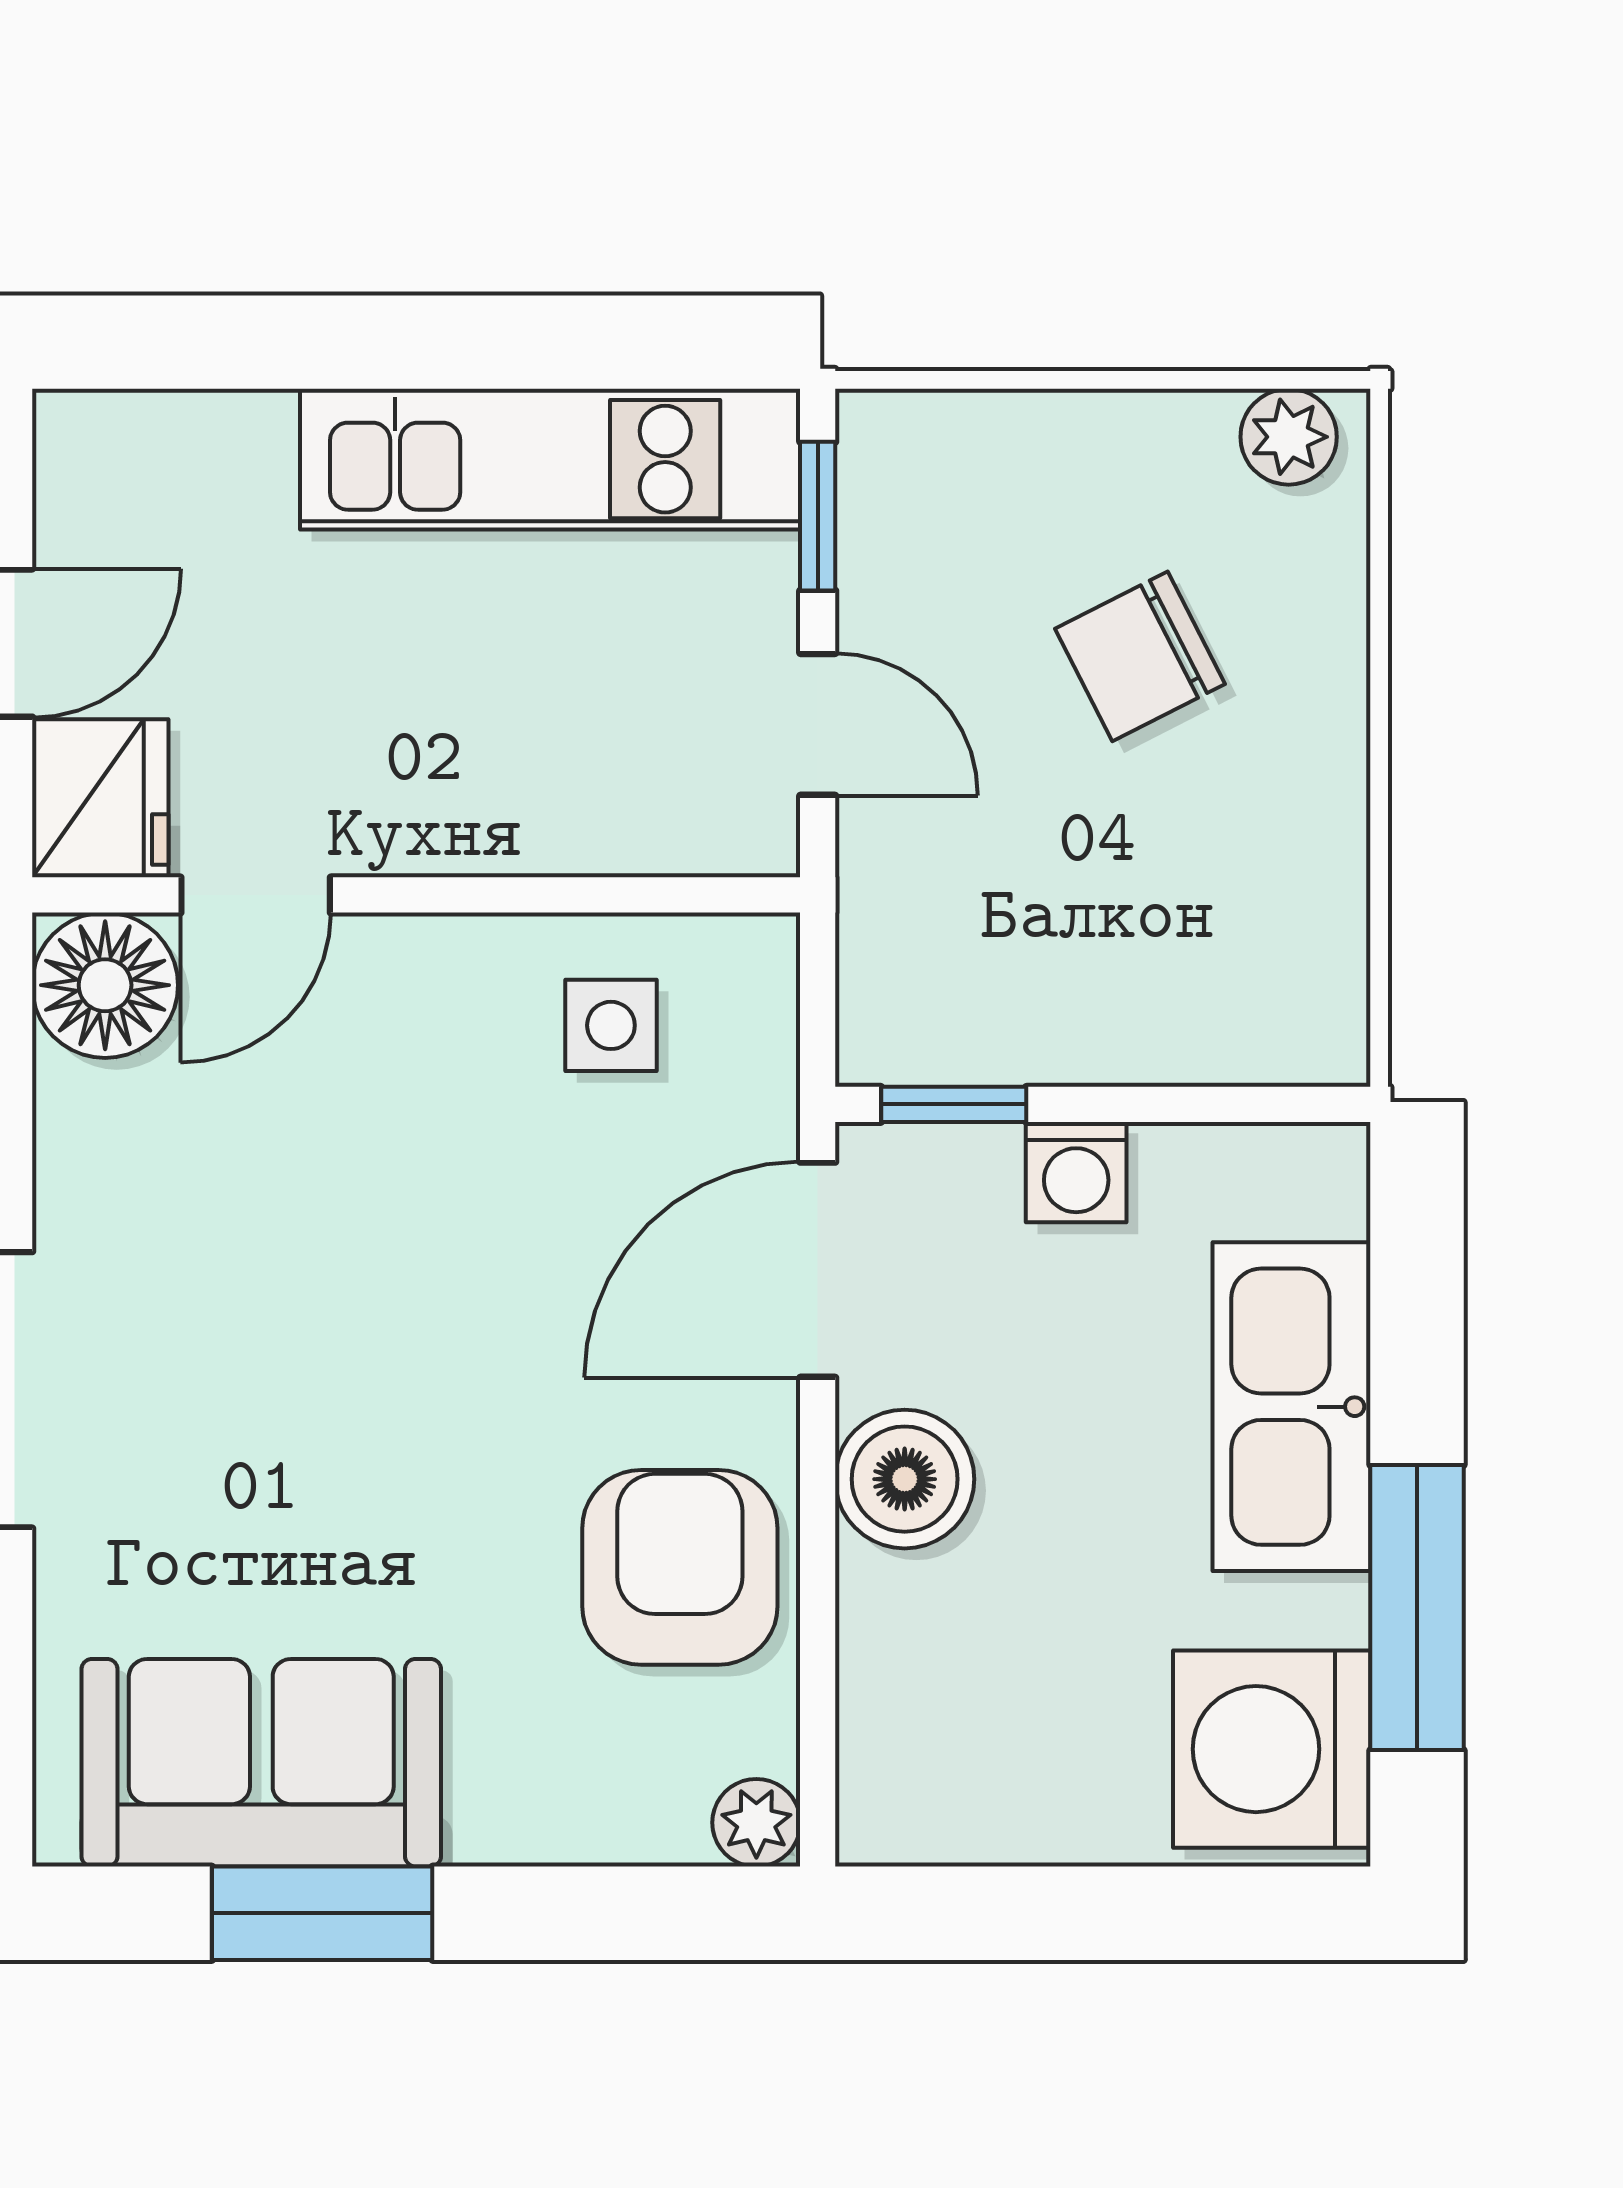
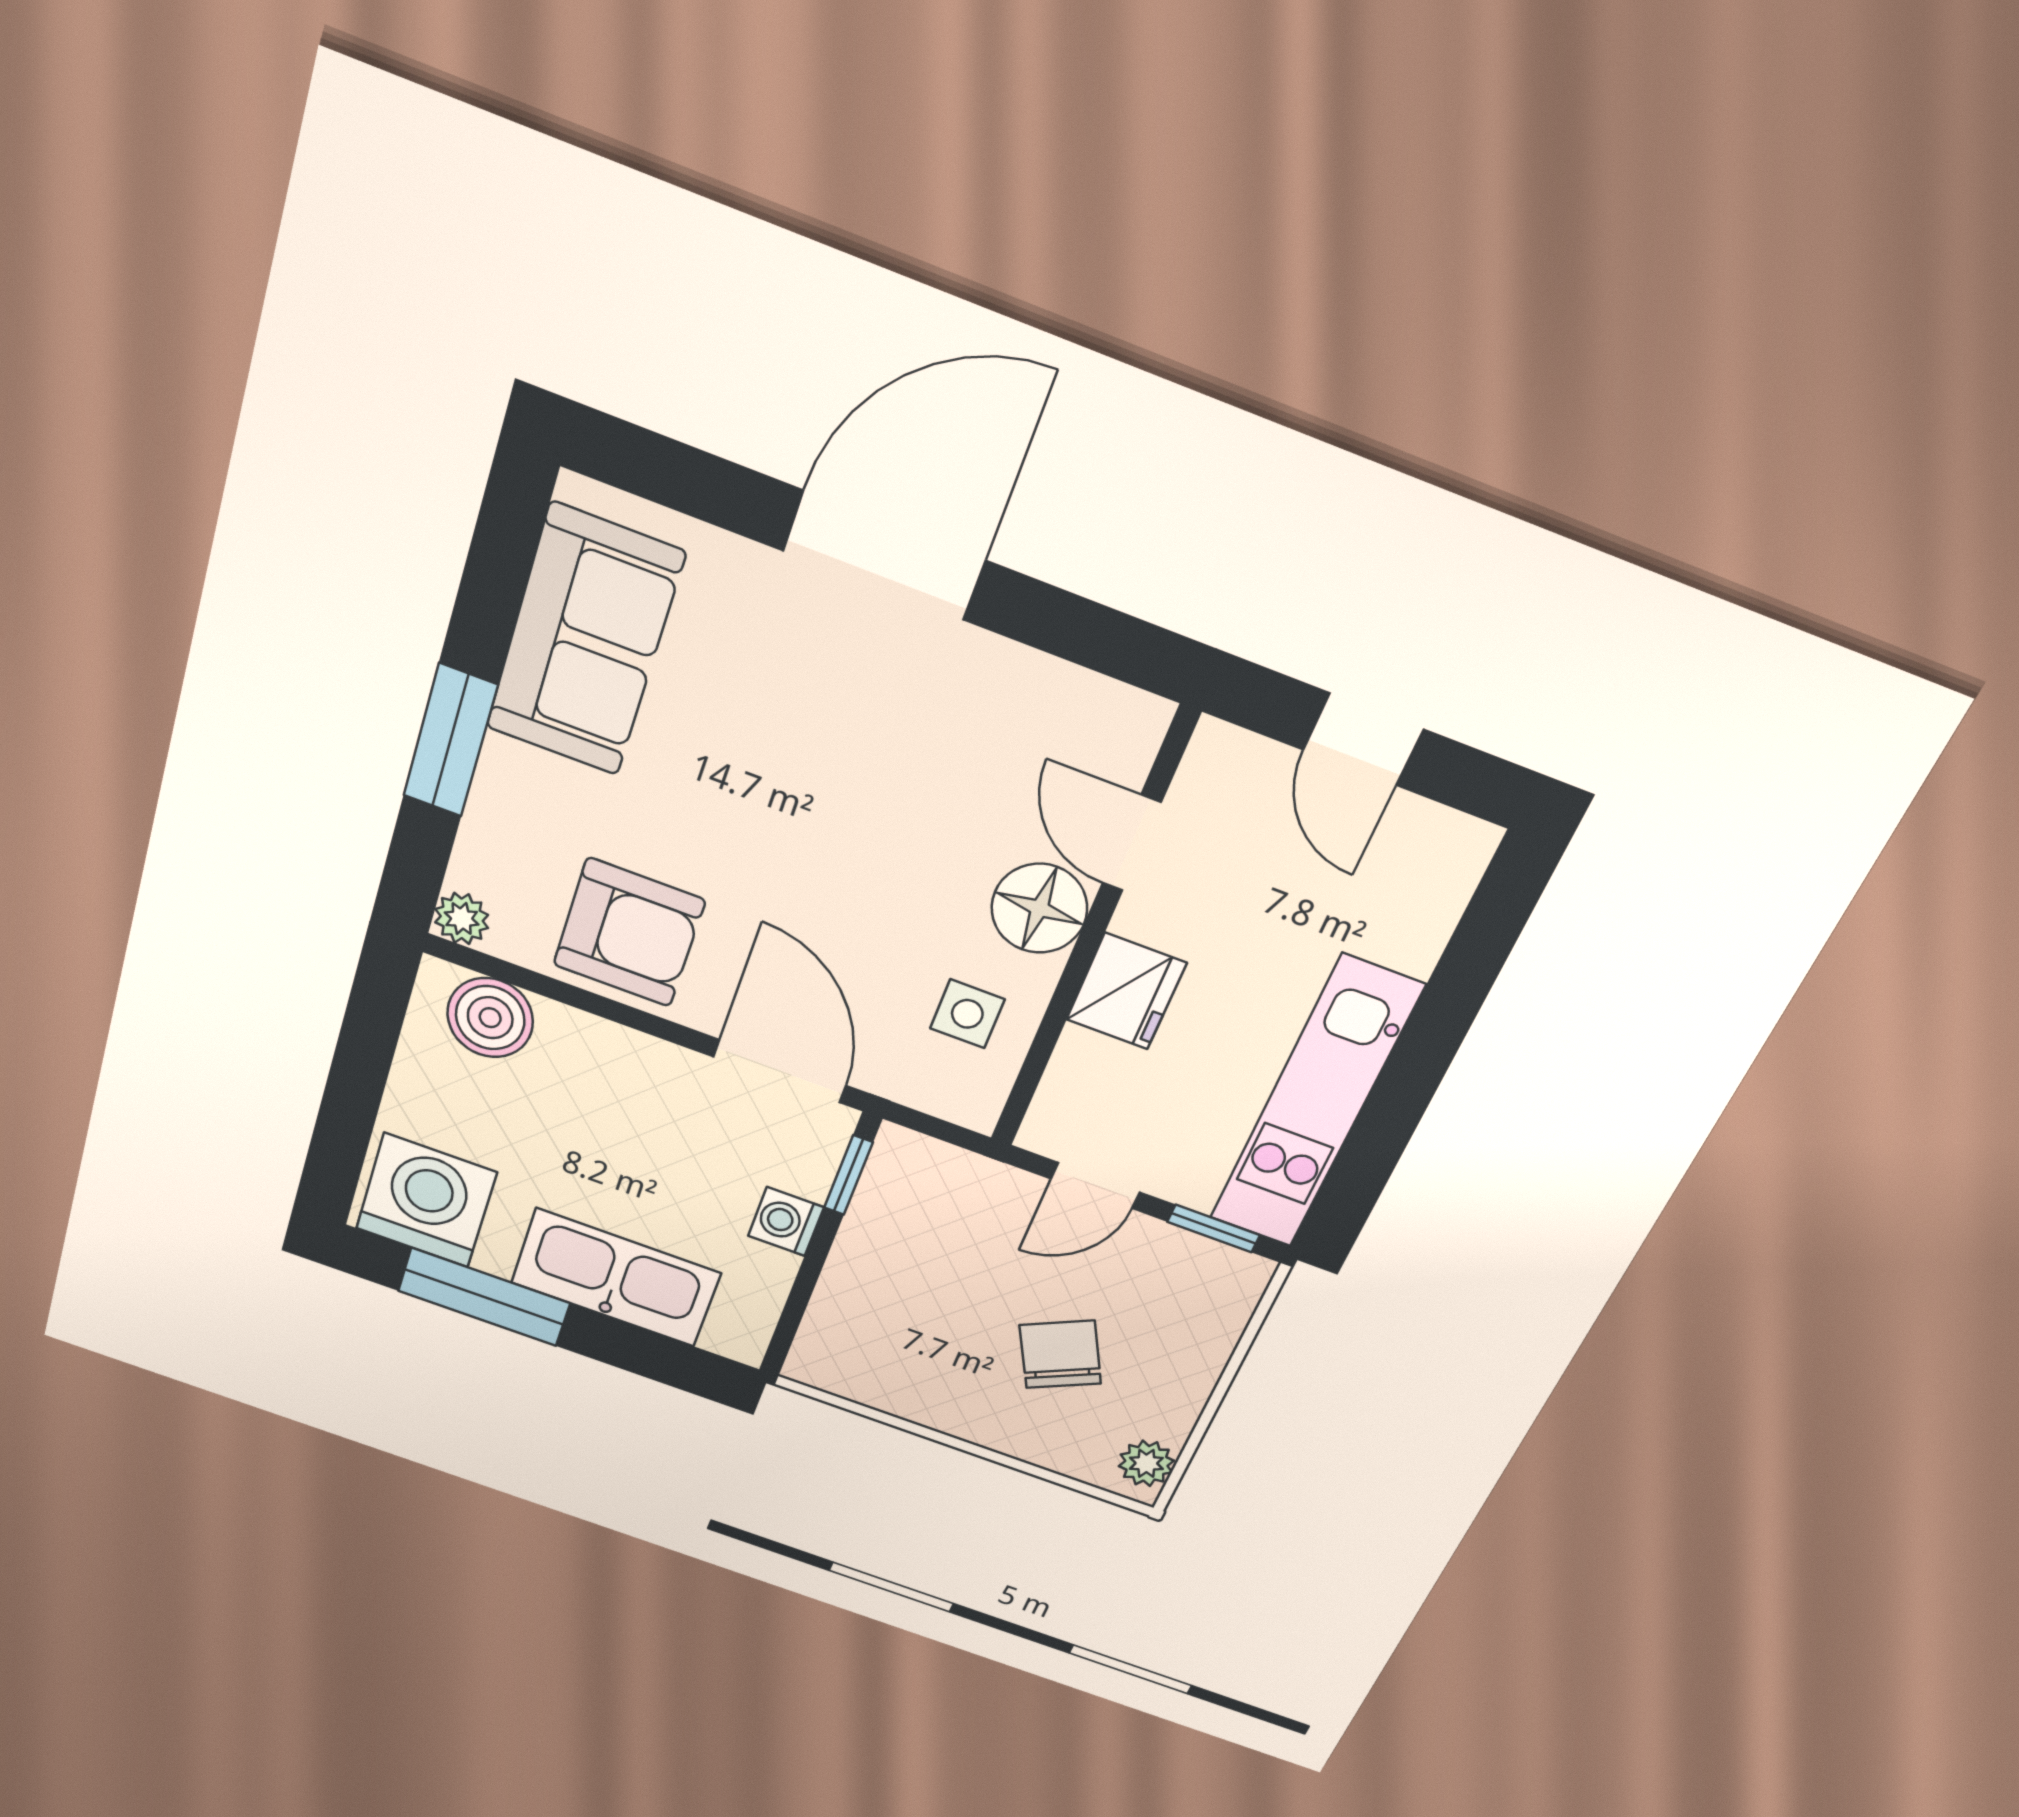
fridge: (100, 798) -> (1126, 991), moved, turned -90
floor lamp: (105, 985) -> (1039, 908), moved
boiler: (905, 1479) -> (490, 1018), moved
window: (322, 1913) -> (450, 740), moved

